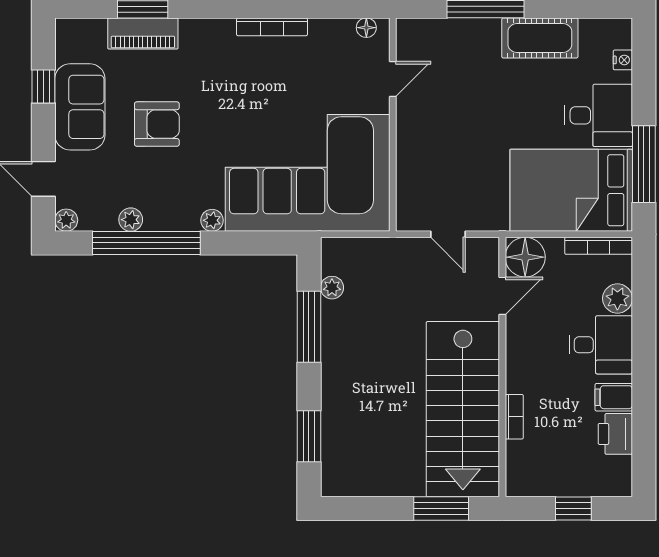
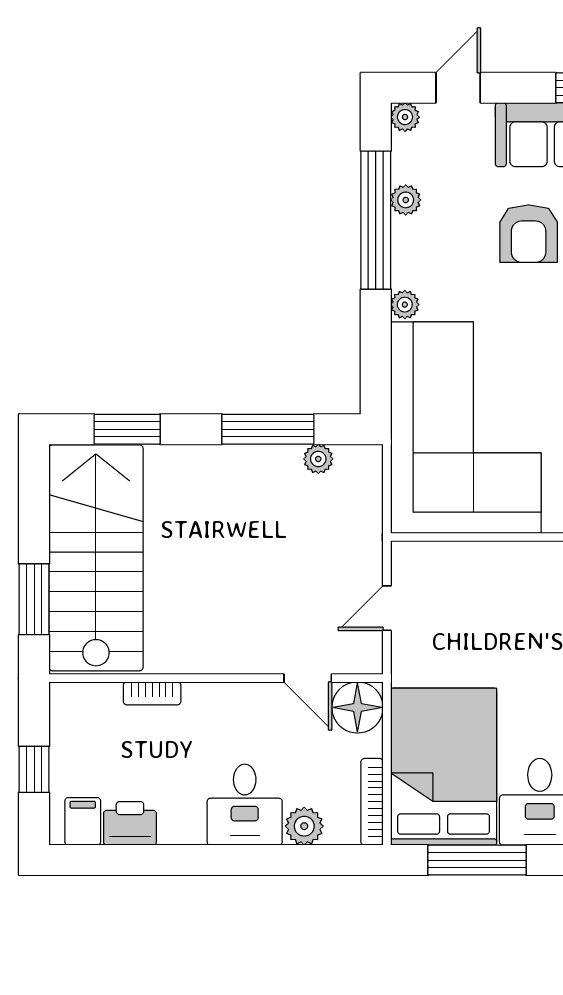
filing cabinet: (614, 397) -> (83, 821), moved
stairs: (463, 409) -> (96, 558), moved, turned 90

